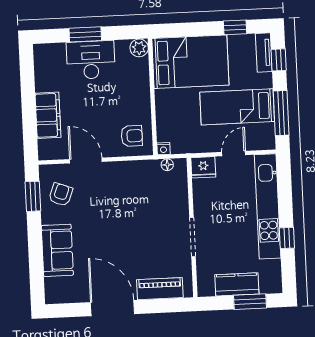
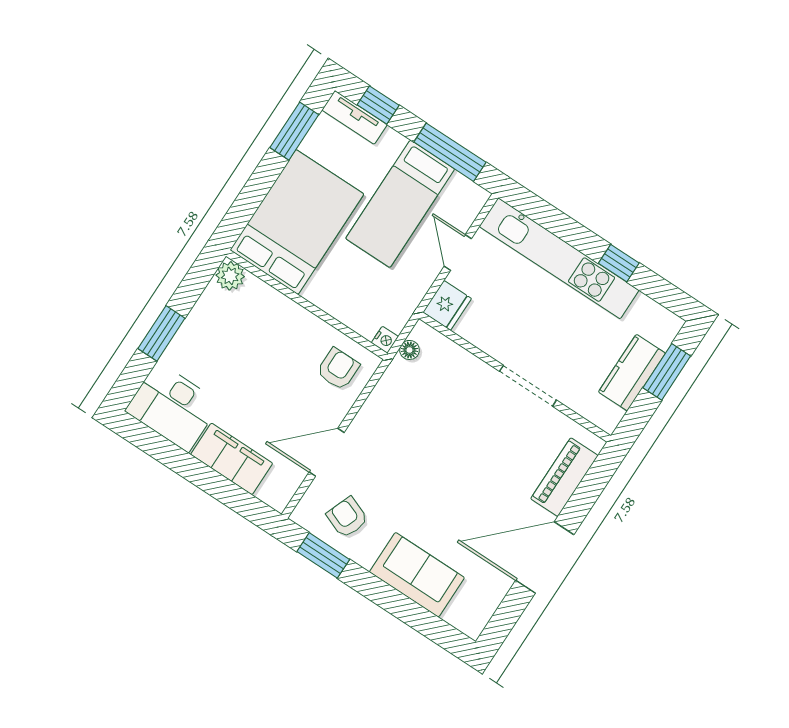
window: (235, 27) -> (294, 131), width x1.50
desk: (91, 60) -> (173, 407), moved, turned -90

